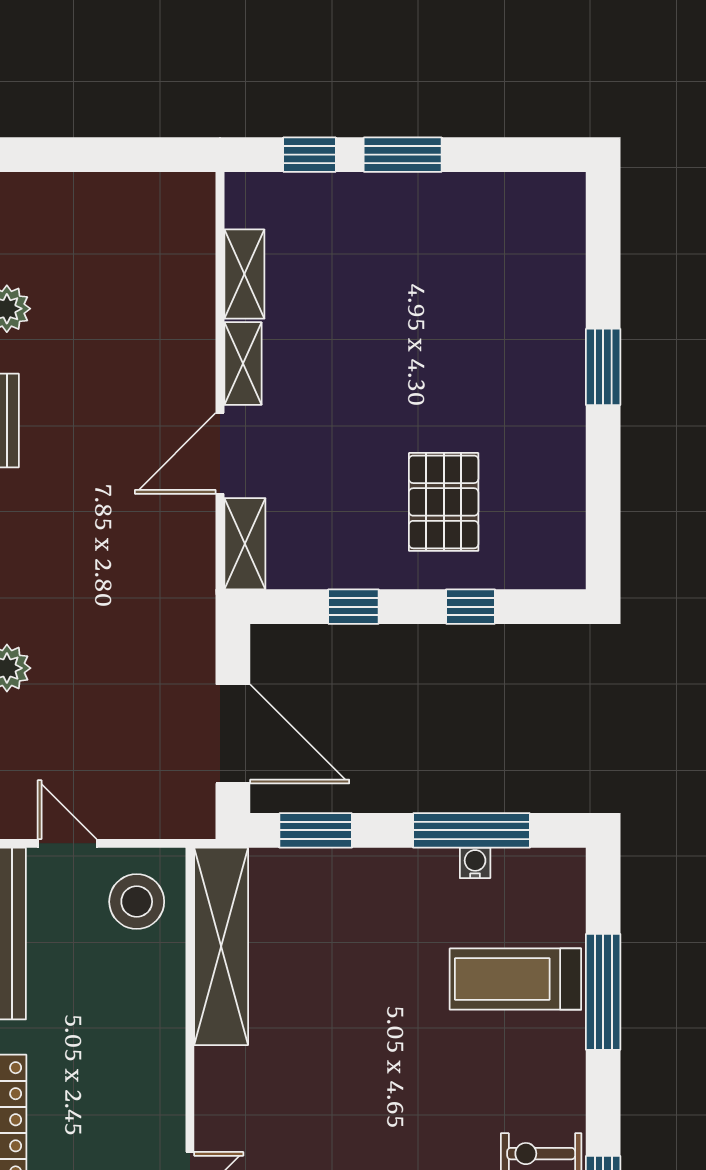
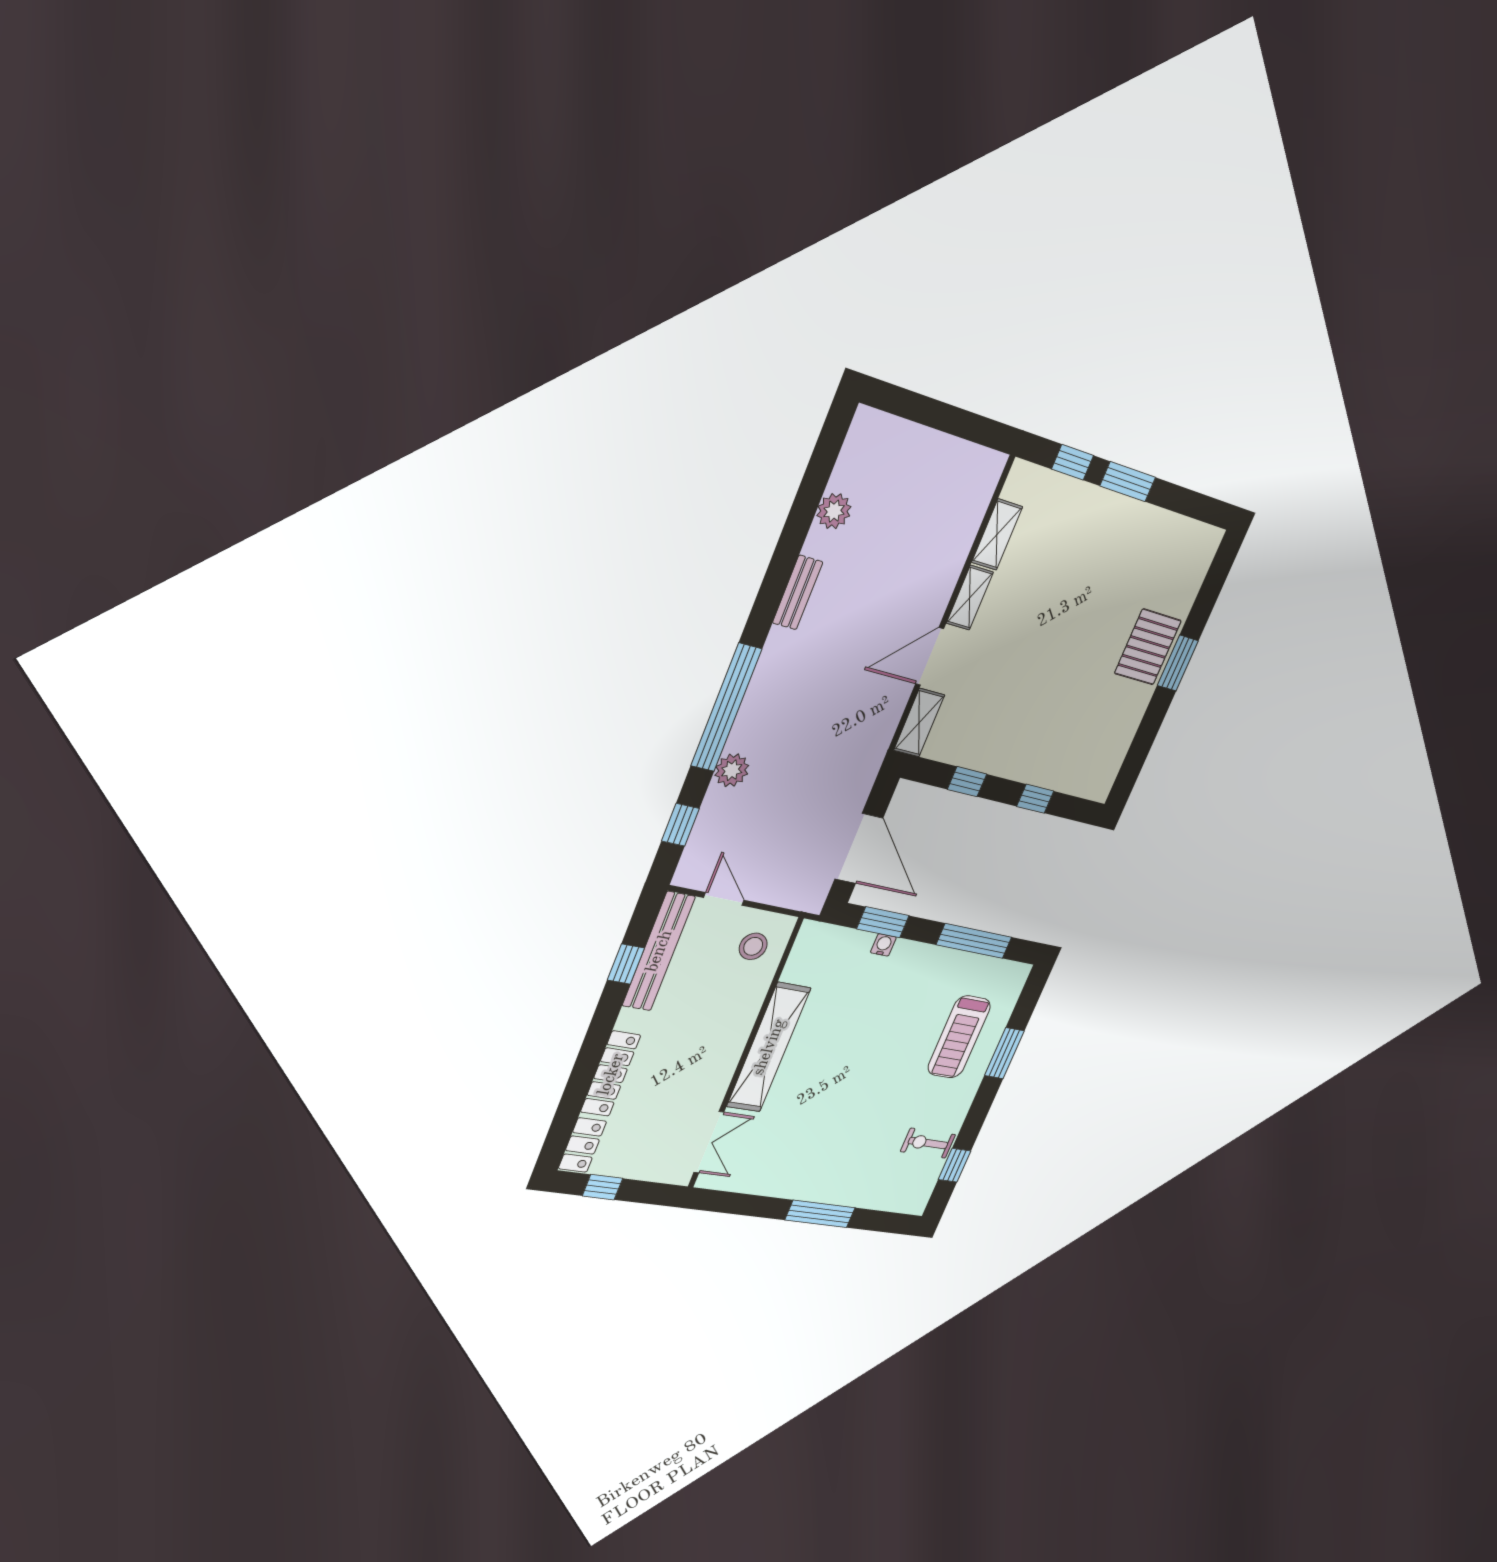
pallet: (444, 502) -> (1148, 647), moved
water cooler: (475, 863) -> (883, 945), moved
stool: (137, 902) -> (753, 946), width x0.73, depth x0.73
shelving: (221, 946) -> (769, 1047), moved
treadmill: (515, 979) -> (959, 1037), turned -90
window: (603, 992) -> (1004, 1053), width x0.69

